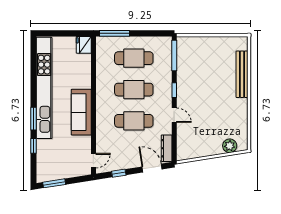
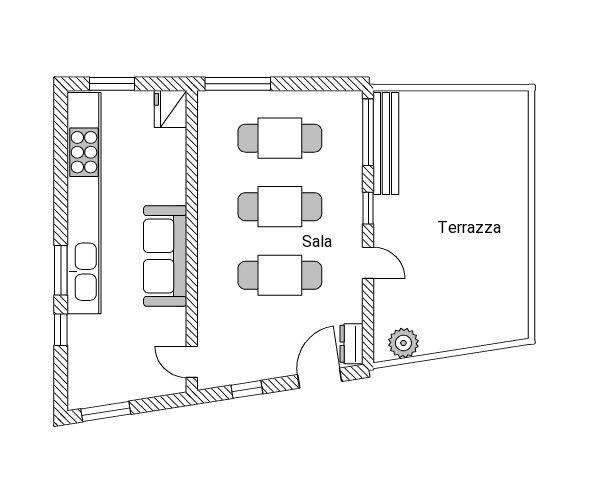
window: (57, 33) -> (112, 84), added
bench: (242, 74) -> (386, 143), moved
plant: (230, 146) -> (403, 343), moved
dresser: (167, 148) -> (351, 344), width x0.70
door: (93, 161) -> (192, 362), swing flipped
door: (152, 168) -> (320, 378), hinge flipped

